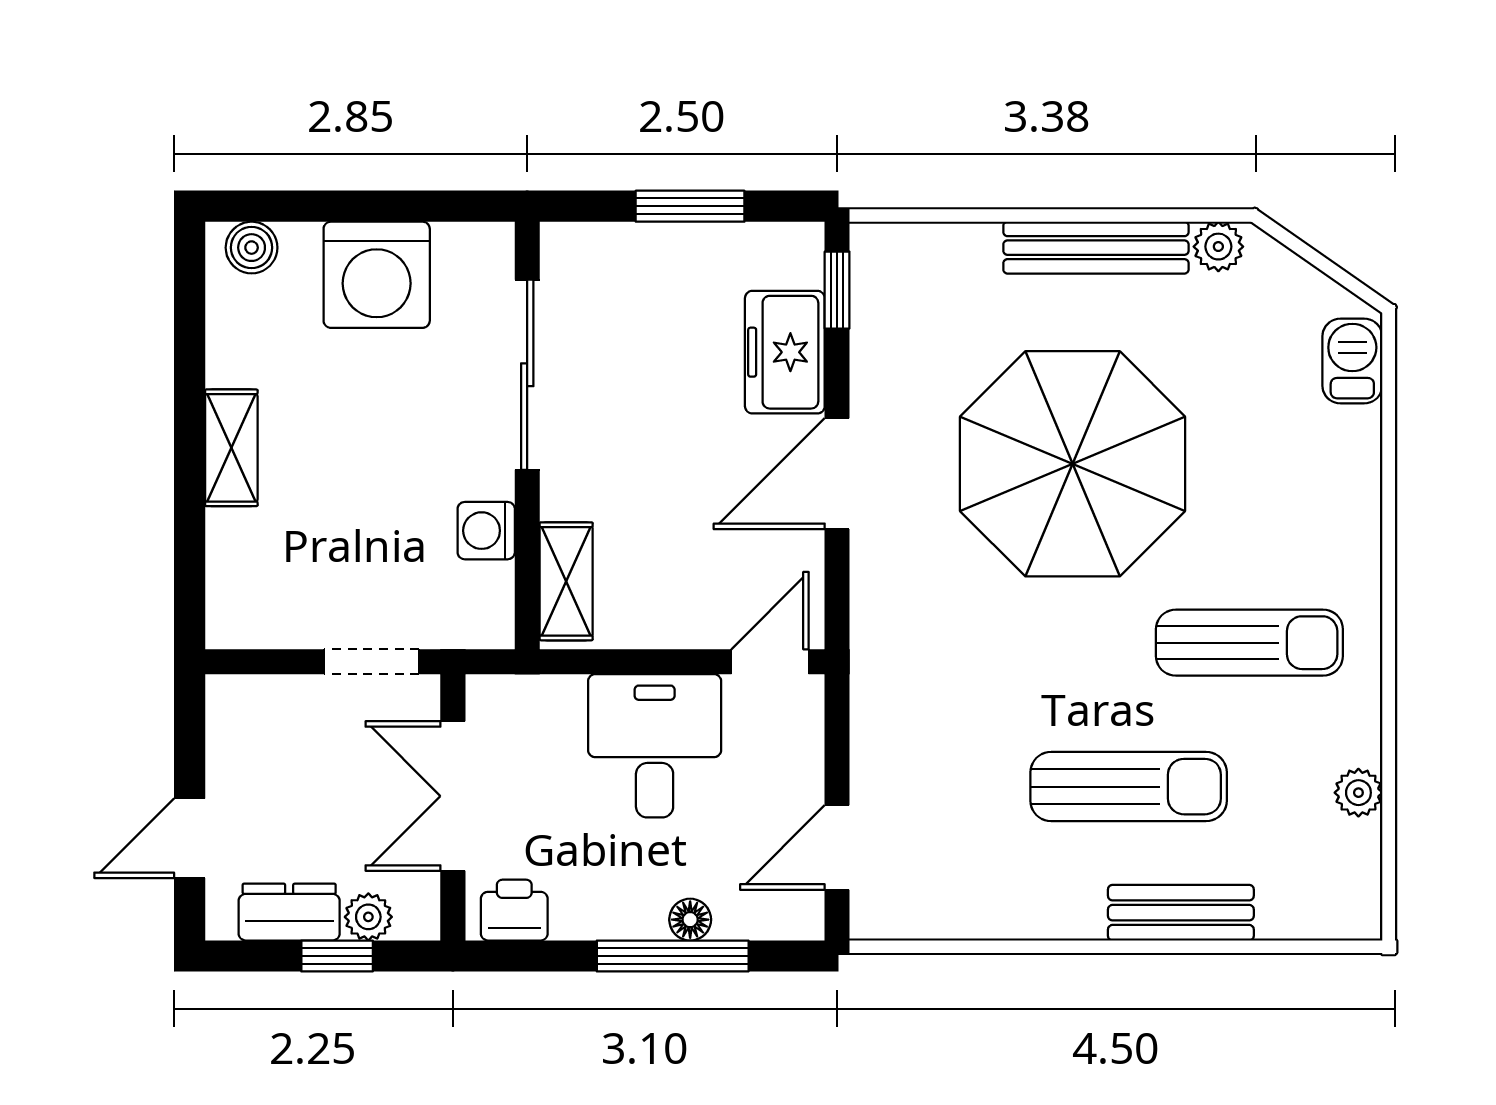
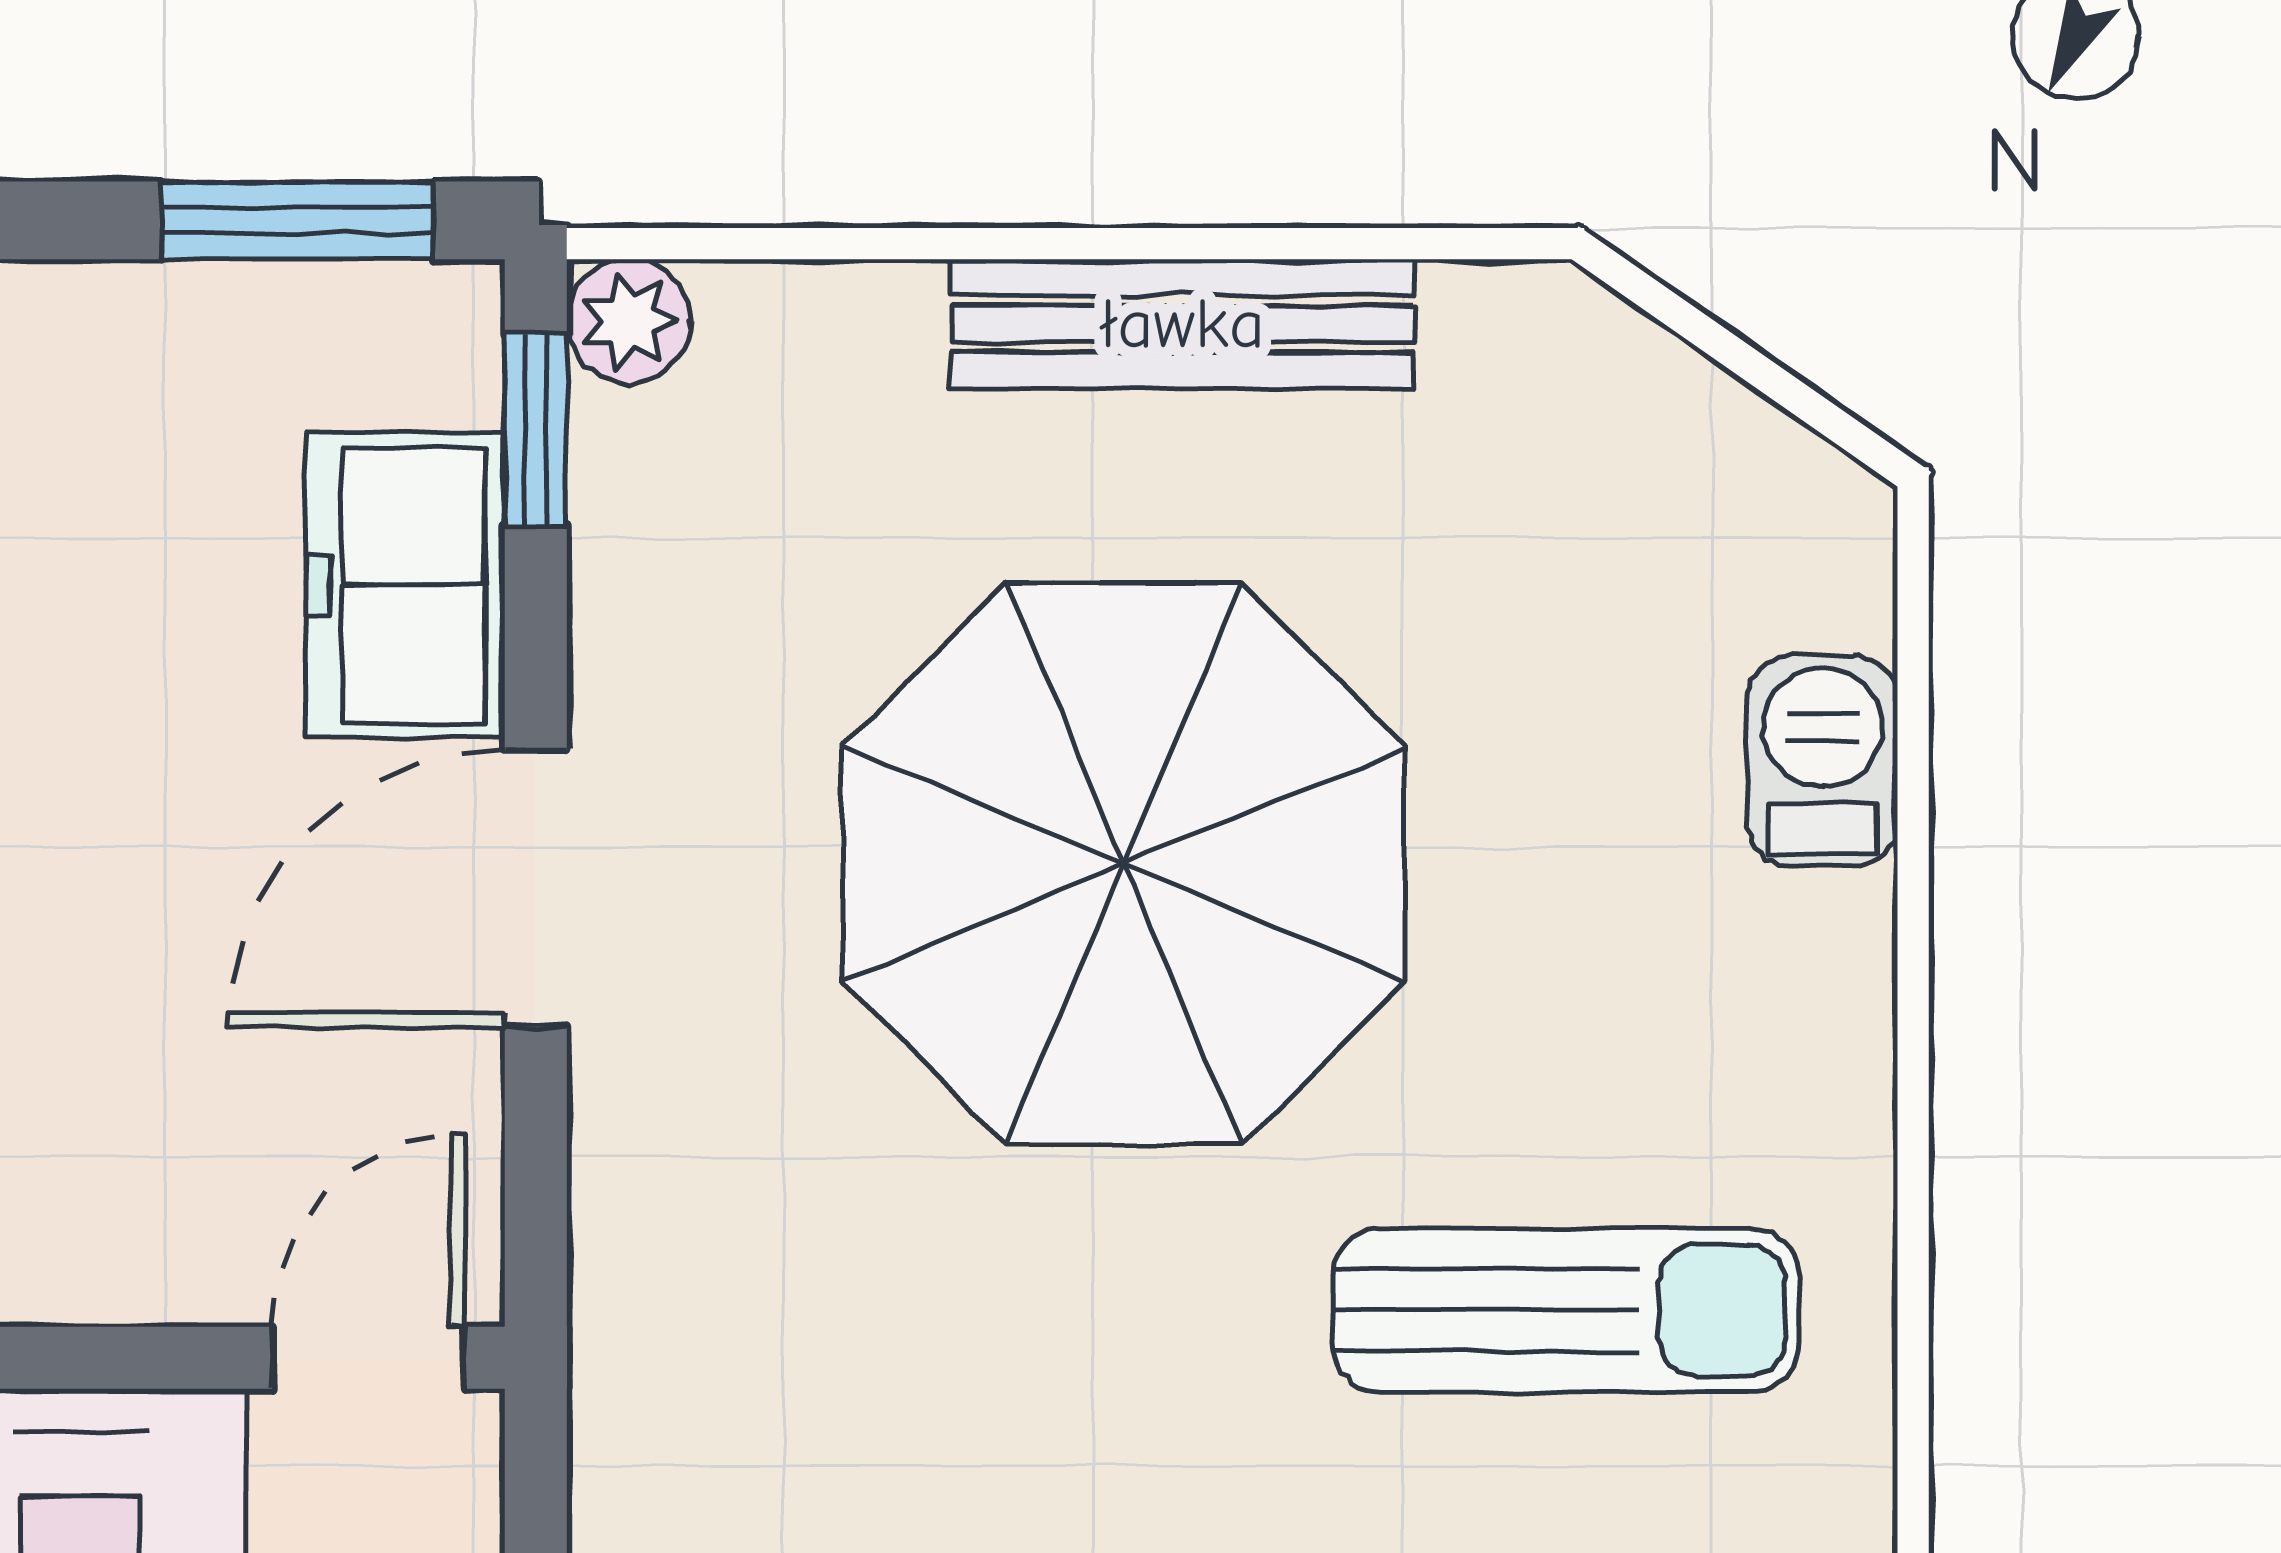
window: (690, 206) -> (298, 220), moved
plant: (1218, 247) -> (629, 321), moved
barbecue: (1352, 361) -> (1823, 761), moved

